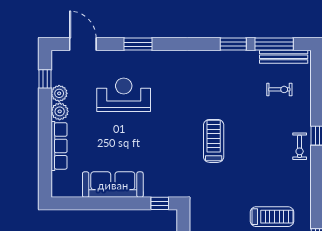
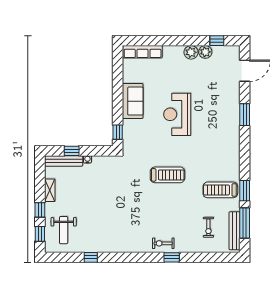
reception desk: (124, 95) -> (177, 114), moved, turned 180
row of seats: (59, 146) -> (143, 52), moved
sofa: (113, 185) -> (133, 101), width x0.73
treadmill: (272, 217) -> (220, 190), moved, turned 90

